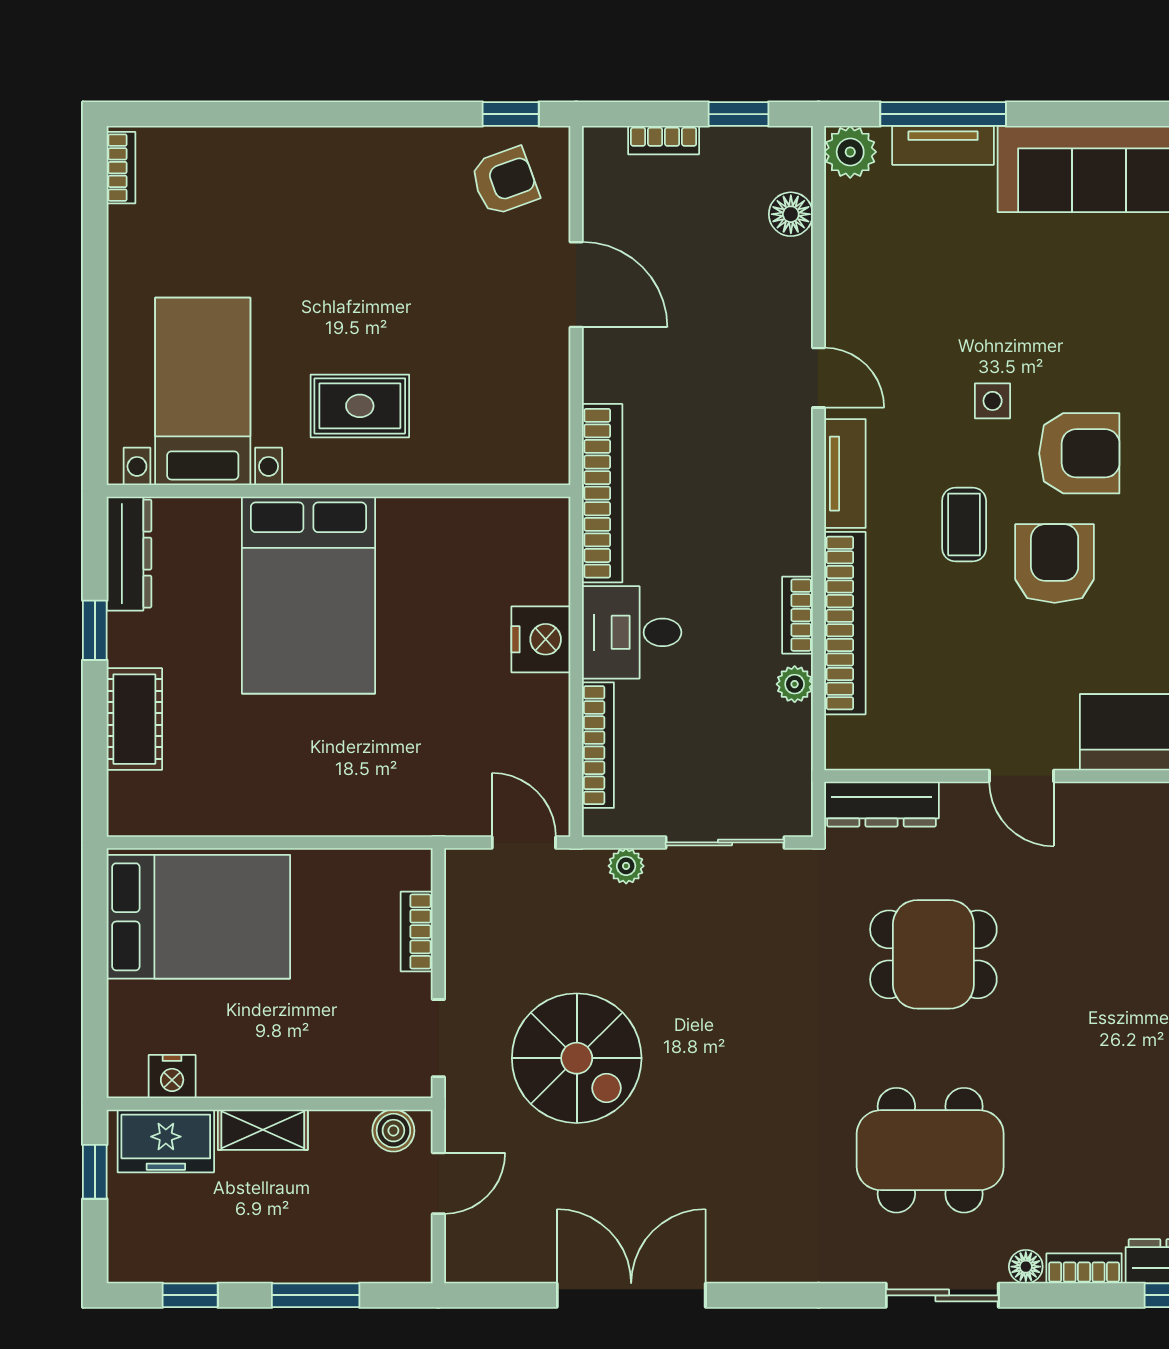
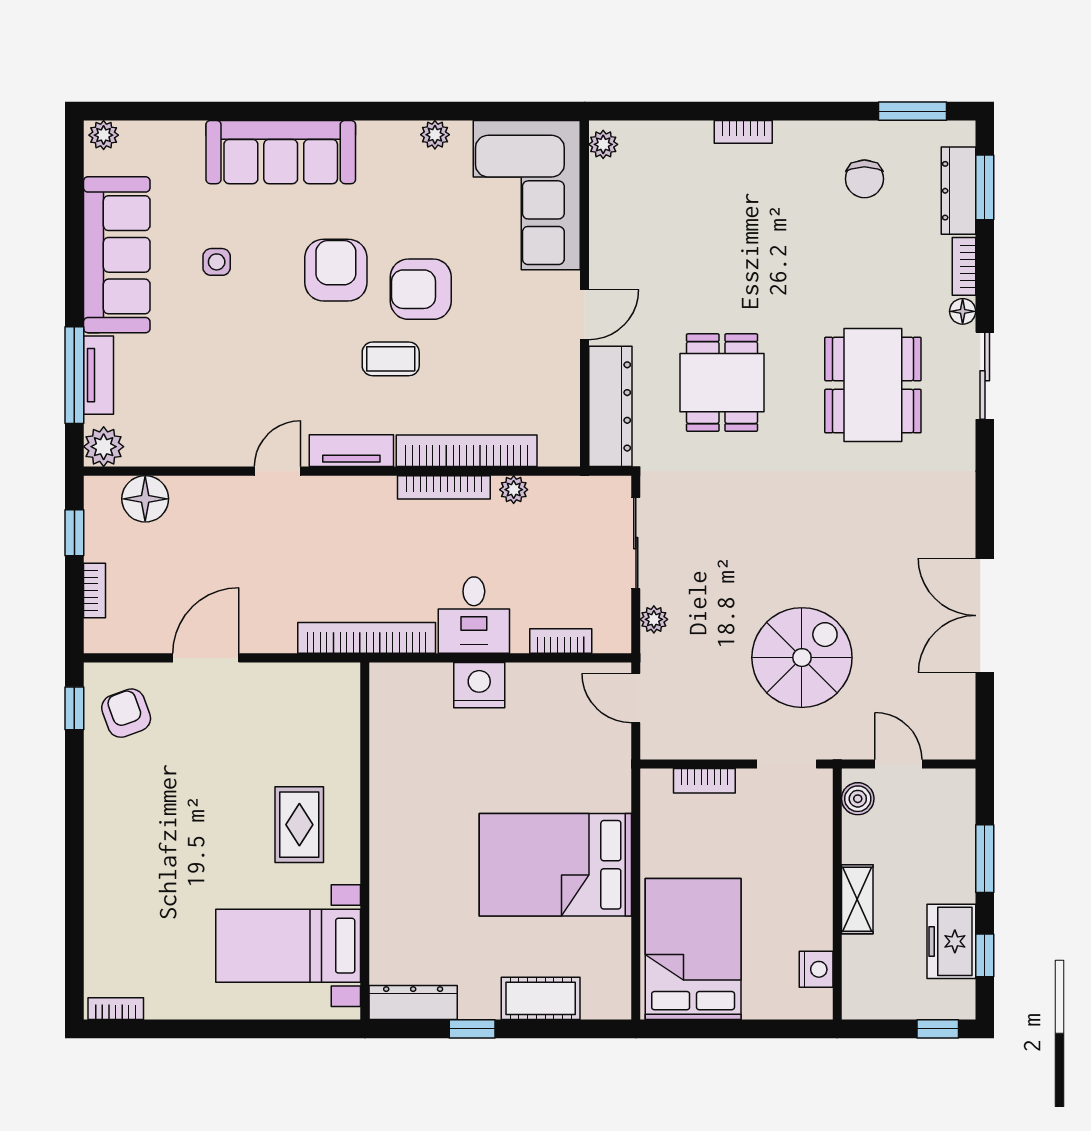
floor lamp: (791, 214) -> (145, 499), width x1.38, depth x1.38
side table: (993, 401) -> (217, 262), moved
bed: (308, 595) -> (555, 865), moved, turned 180
bookcase: (797, 615) -> (444, 487), width x1.56
bookcase: (598, 745) -> (561, 641), width x0.64
dresser: (881, 804) -> (610, 406), width x1.37, depth x1.24
door: (524, 842) -> (636, 698), hinge flipped
freezer: (166, 1141) -> (951, 941), moved, turned 180
window: (95, 1172) -> (938, 1029), moved

